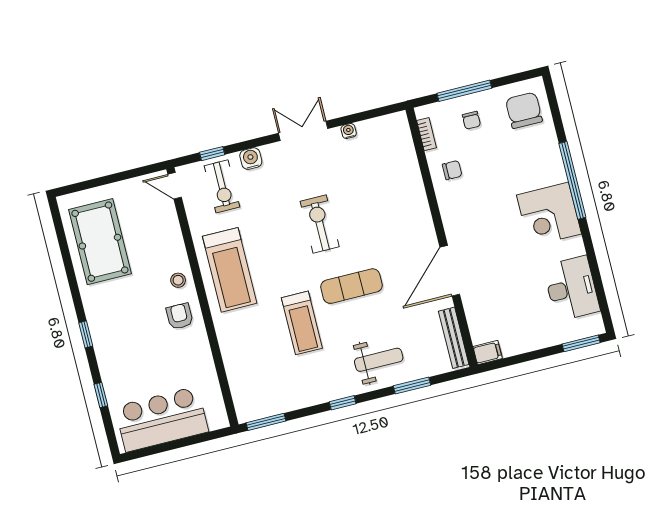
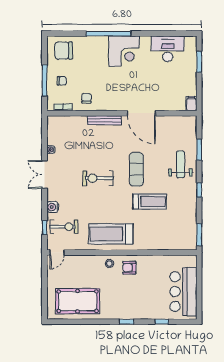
treadmill: (230, 270) -> (111, 234), turned 180
bench: (454, 338) -> (104, 120), moved
window: (581, 343) -> (199, 62), moved

